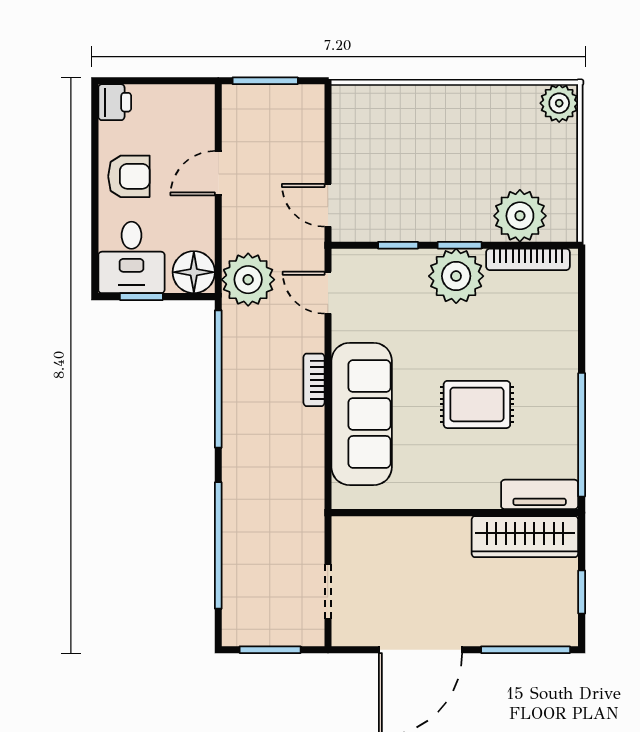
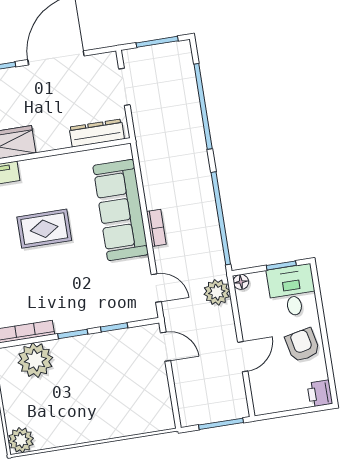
armchair: (129, 176) -> (302, 345), turned 78
floor lamp: (194, 272) -> (241, 282), width x0.53, depth x0.53
plant: (456, 276) -> (72, 313), removed
plant: (248, 280) -> (217, 292), width x0.73, depth x0.73
dresser: (379, 531) -> (97, 133), added

